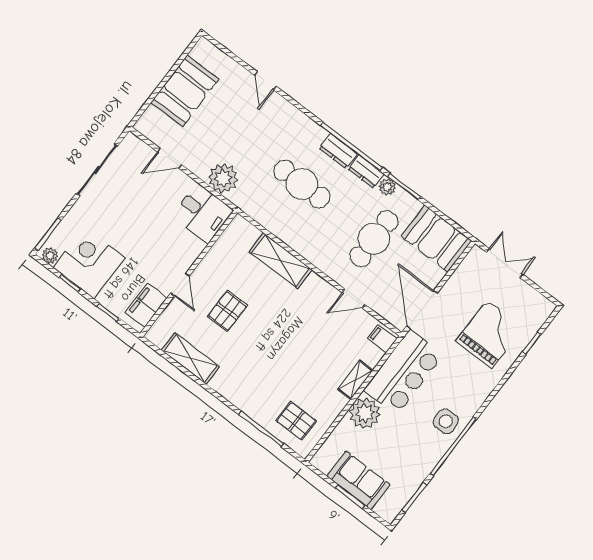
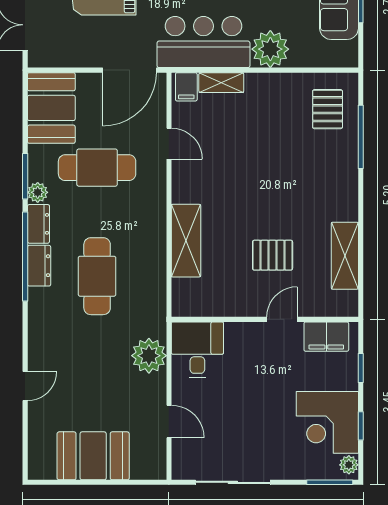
shelving: (355, 380) -> (221, 83), moved

